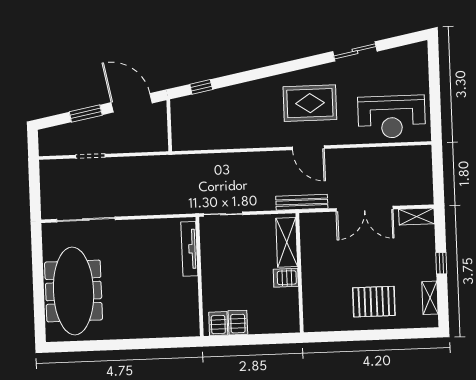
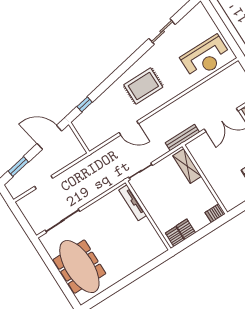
rug: (310, 103) -> (143, 86), moved
window: (86, 113) -> (18, 167), moved
door: (308, 148) -> (129, 128), moved
server rack: (286, 278) -> (215, 213), moved

